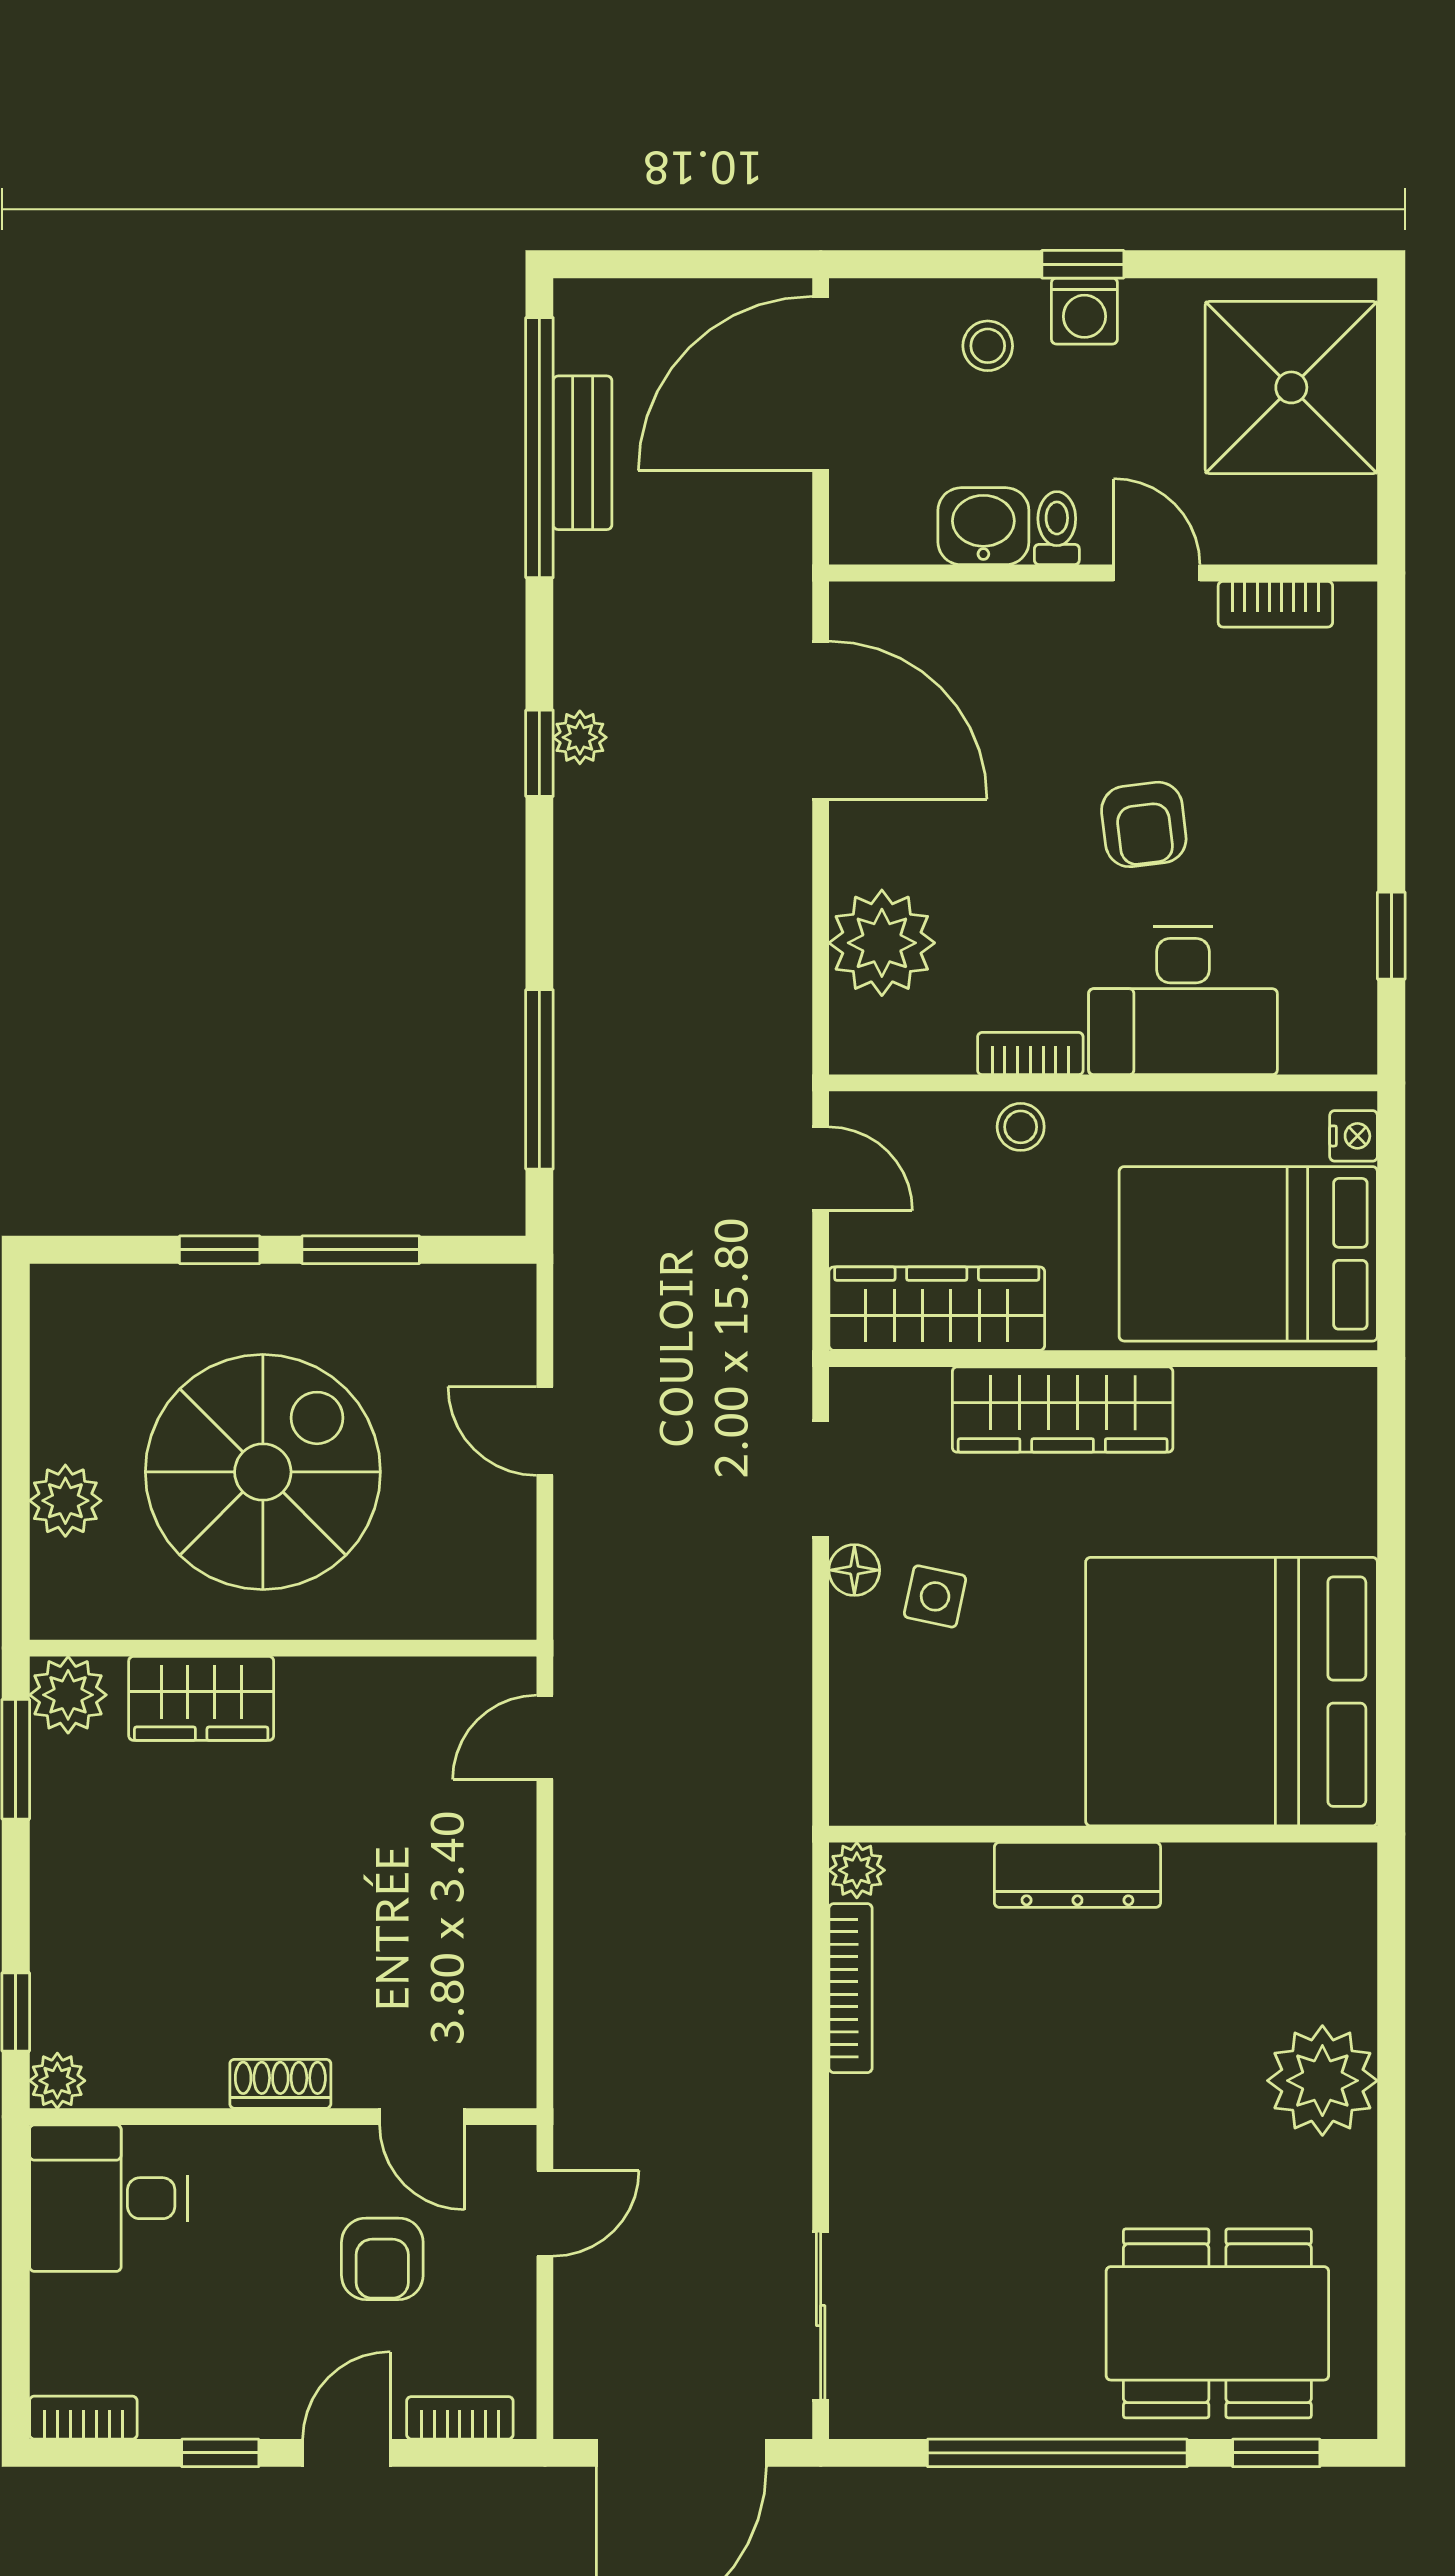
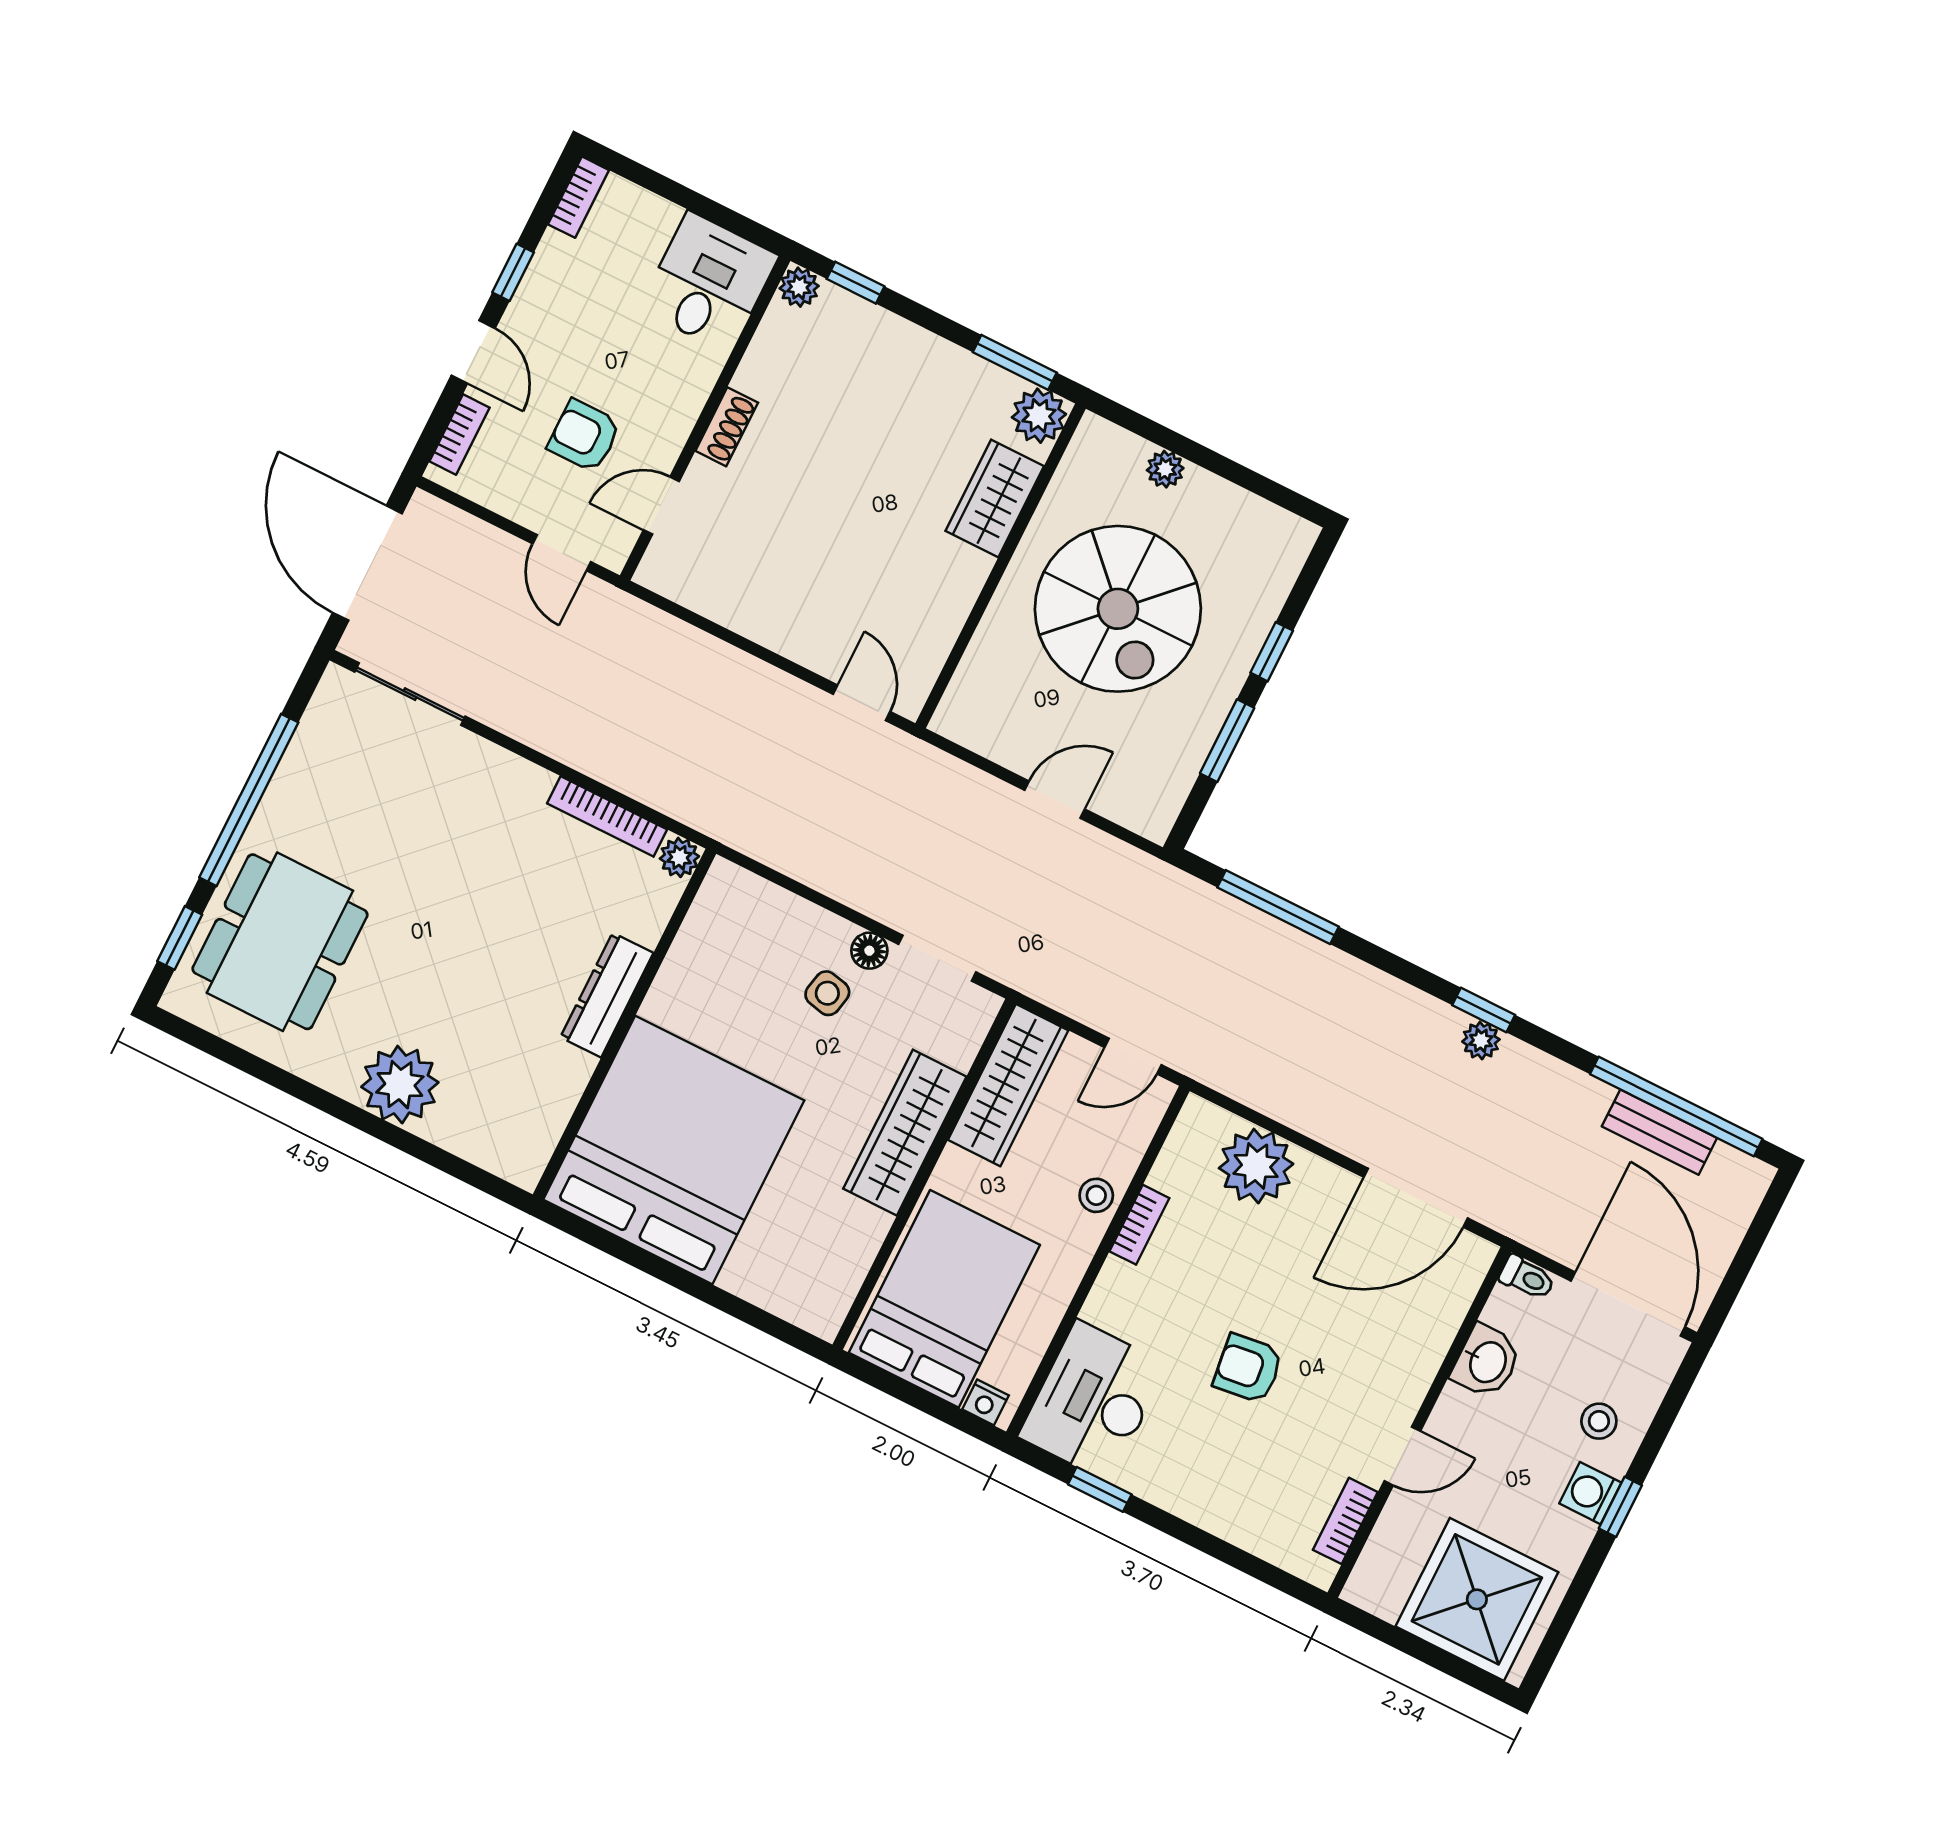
toilet: (1057, 528) -> (1527, 1278), moved
desk: (1183, 1001) -> (1093, 1401), moved
plant: (65, 1501) -> (1165, 469), width x0.73, depth x0.73

